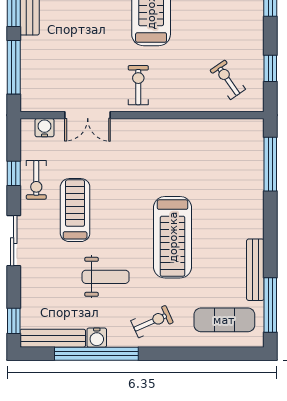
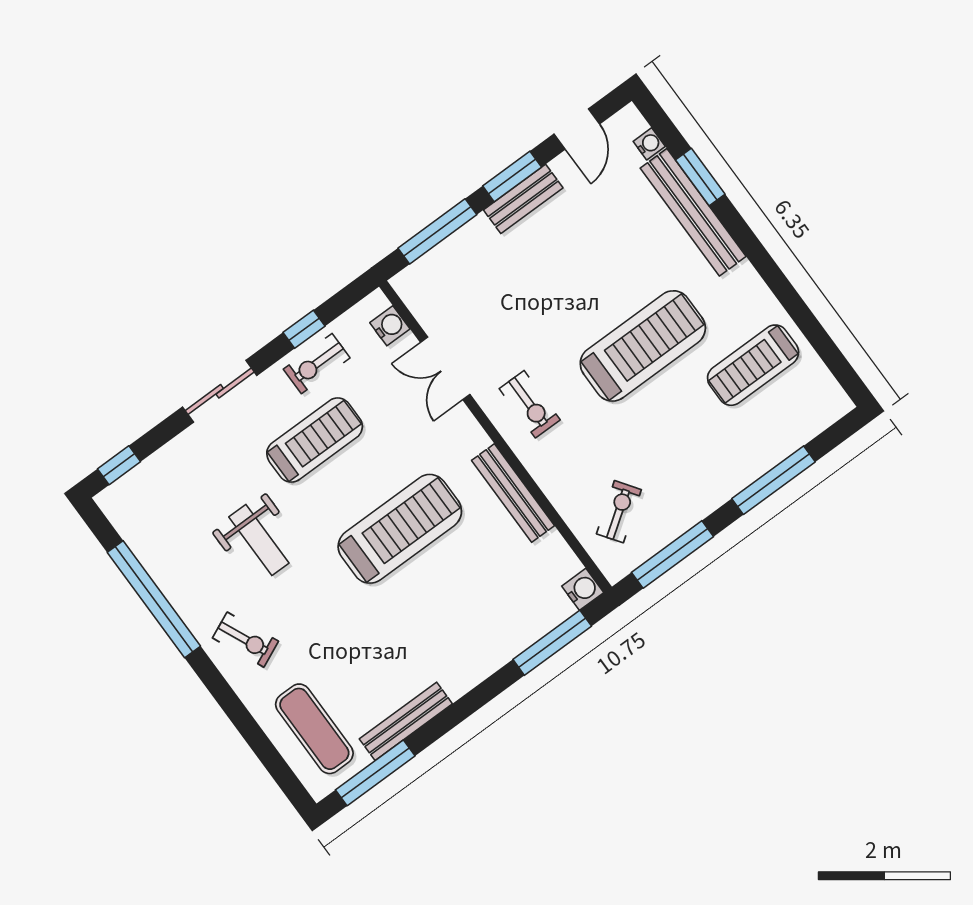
window: (270, 68) -> (672, 554), width x2.17
exercise bike: (138, 85) -> (530, 404), turned 90
treadmill: (173, 237) -> (400, 529), moved, turned 180
bench: (53, 338) -> (513, 493), moved
water cooler: (97, 338) -> (583, 589), moved, turned 180

